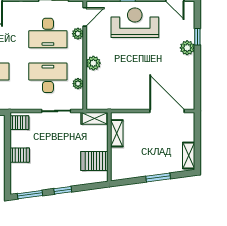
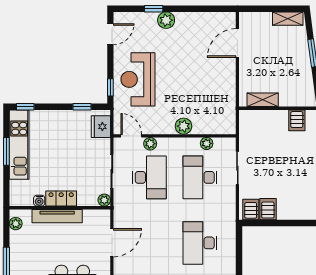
door: (167, 111) -> (237, 43), width x0.73
shelving: (94, 118) -> (246, 125), removed
server rack: (20, 155) -> (268, 209), moved
server rack: (94, 161) -> (297, 120), width x0.73, depth x0.70

